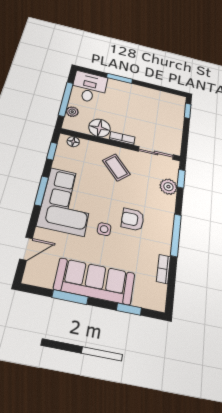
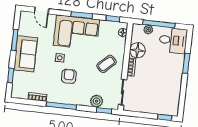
sofa: (95, 281) -> (26, 54), width x0.73

